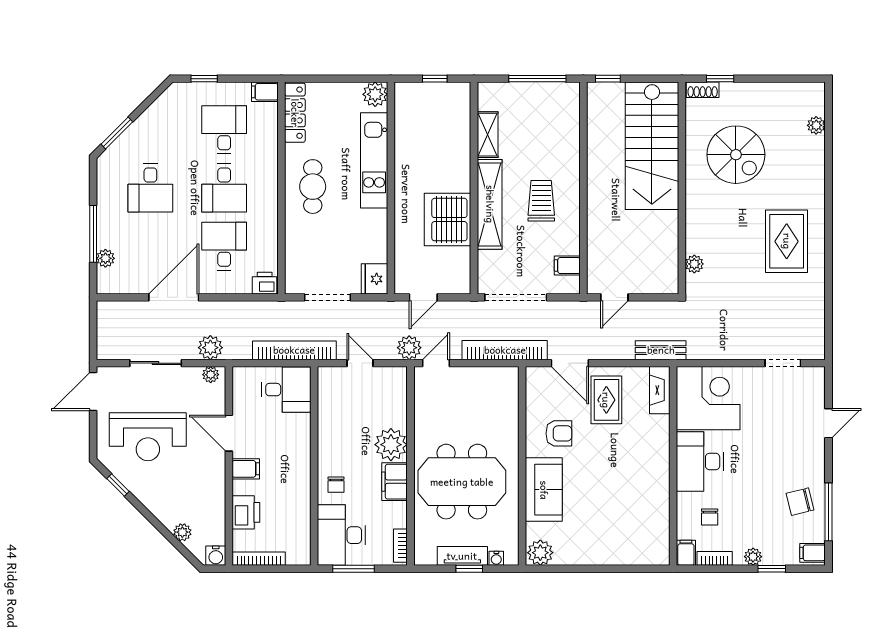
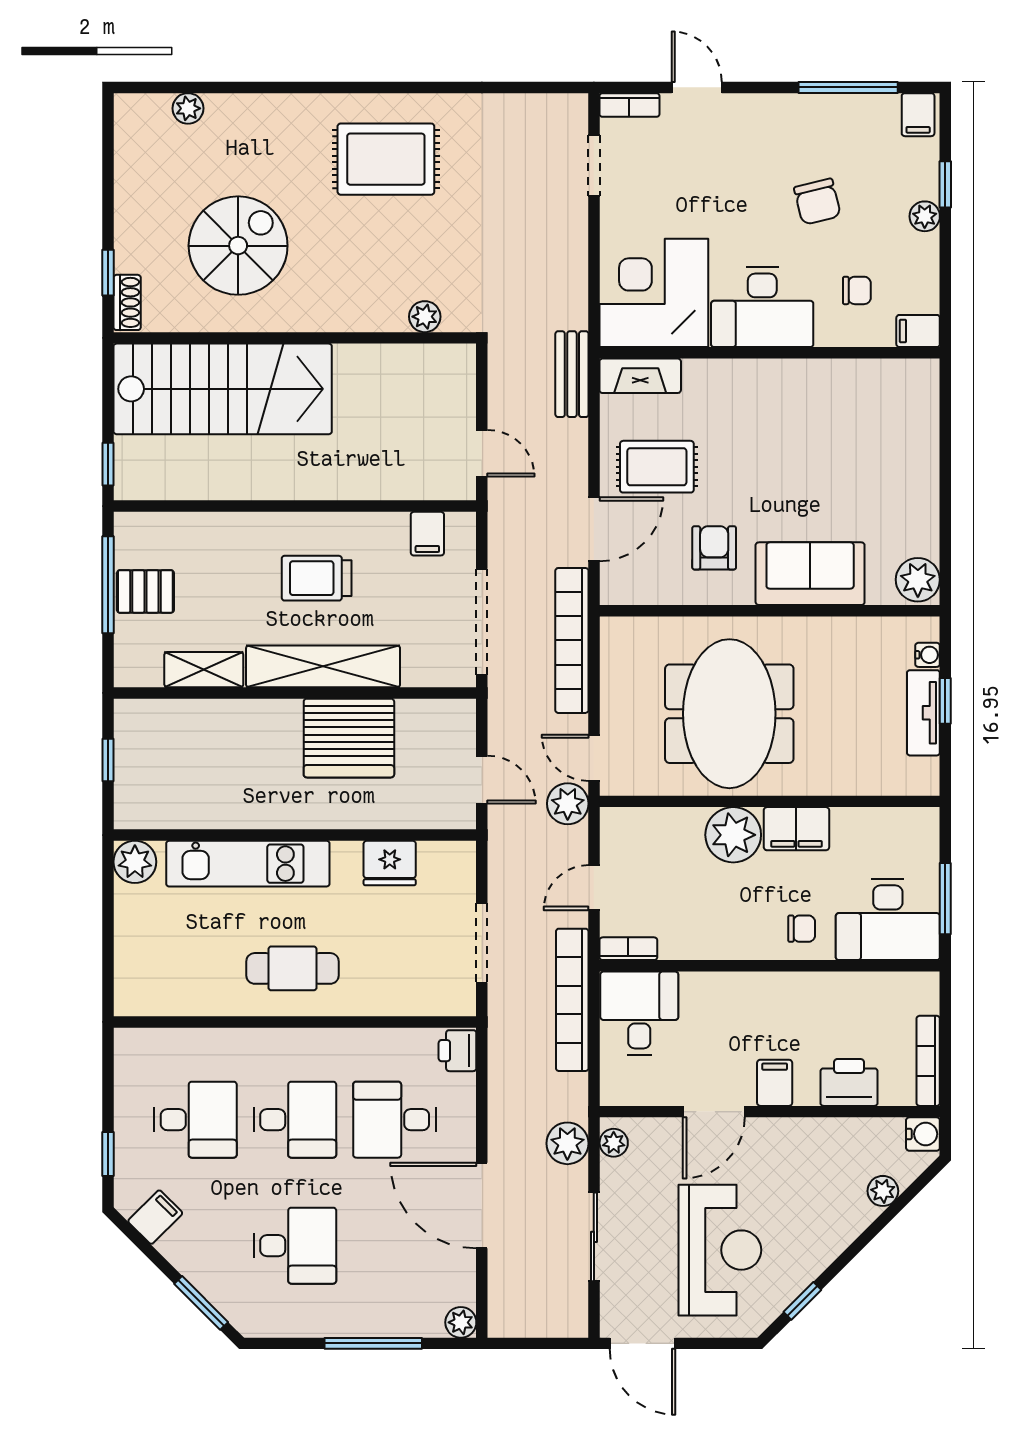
filing cabinet: (265, 92) -> (155, 1217), moved, turned -135
pallet: (533, 100) -> (145, 591), added
locker: (295, 113) -> (166, 999), removed
desk: (224, 130) -> (195, 1120), turned 180
plant: (105, 258) -> (461, 1322), moved
fridge: (374, 279) -> (390, 863), moved
meeting table: (462, 482) -> (729, 714), moved
chair: (800, 502) -> (817, 202), moved
bookcase: (400, 546) -> (628, 949), moved, turned 180
bookcase: (715, 558) -> (629, 105), moved, turned -90

